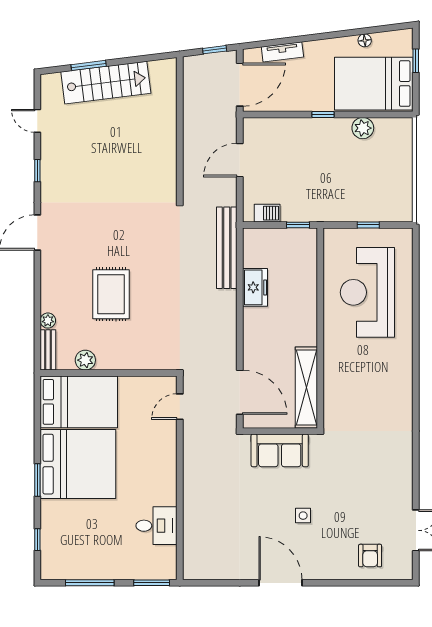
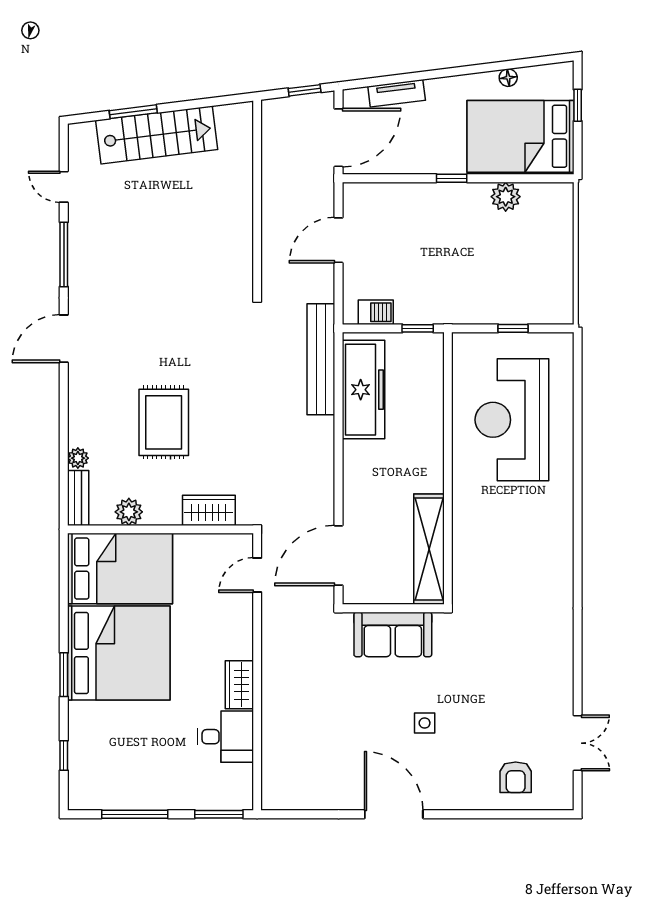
window: (37, 171) -> (64, 254), width x2.17
freezer: (255, 287) -> (364, 390), width x1.91, depth x1.26
wardrobe: (144, 359) -> (209, 510), added
door: (240, 392) -> (339, 555), swing flipped
wardrobe: (167, 487) -> (239, 685), added

